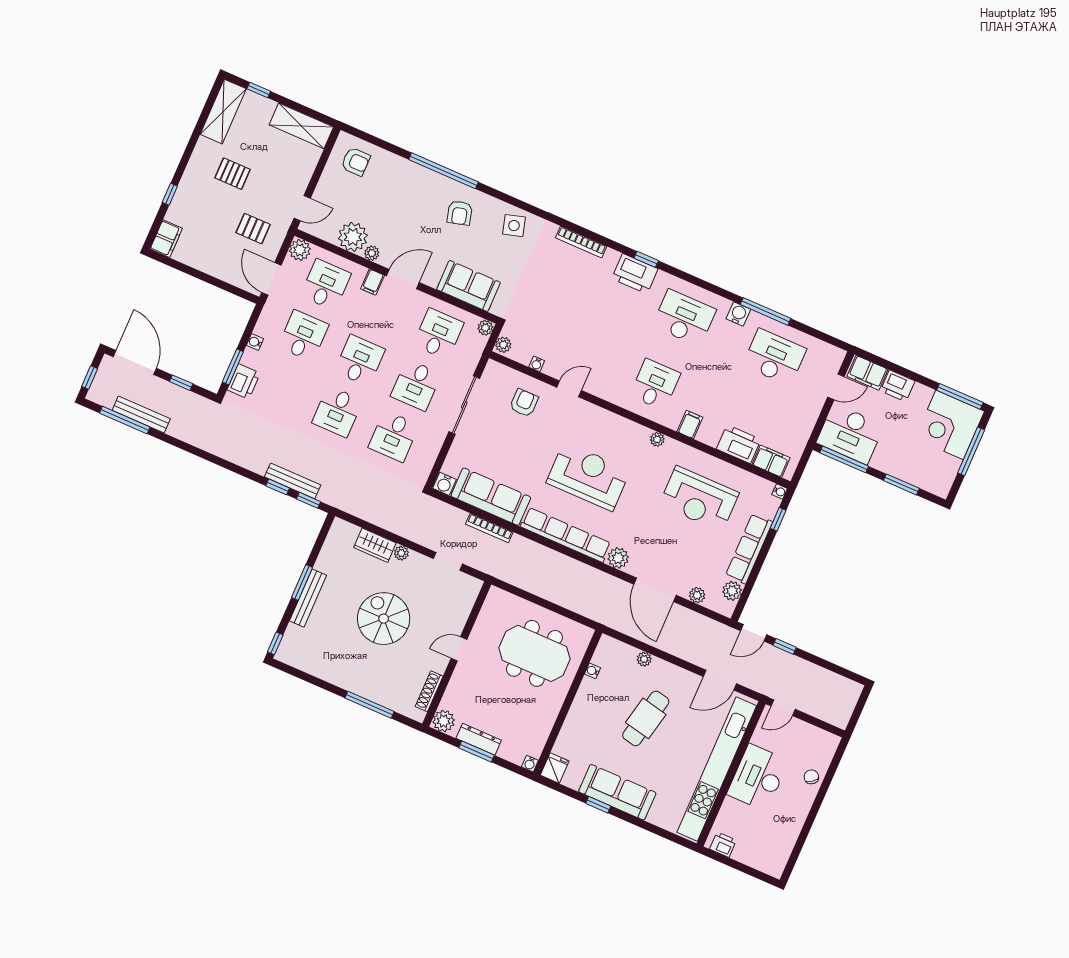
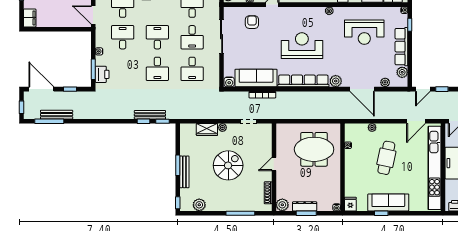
spiral stairs: (384, 619) -> (228, 165), turned 90
plant: (309, 662) -> (199, 205), added

